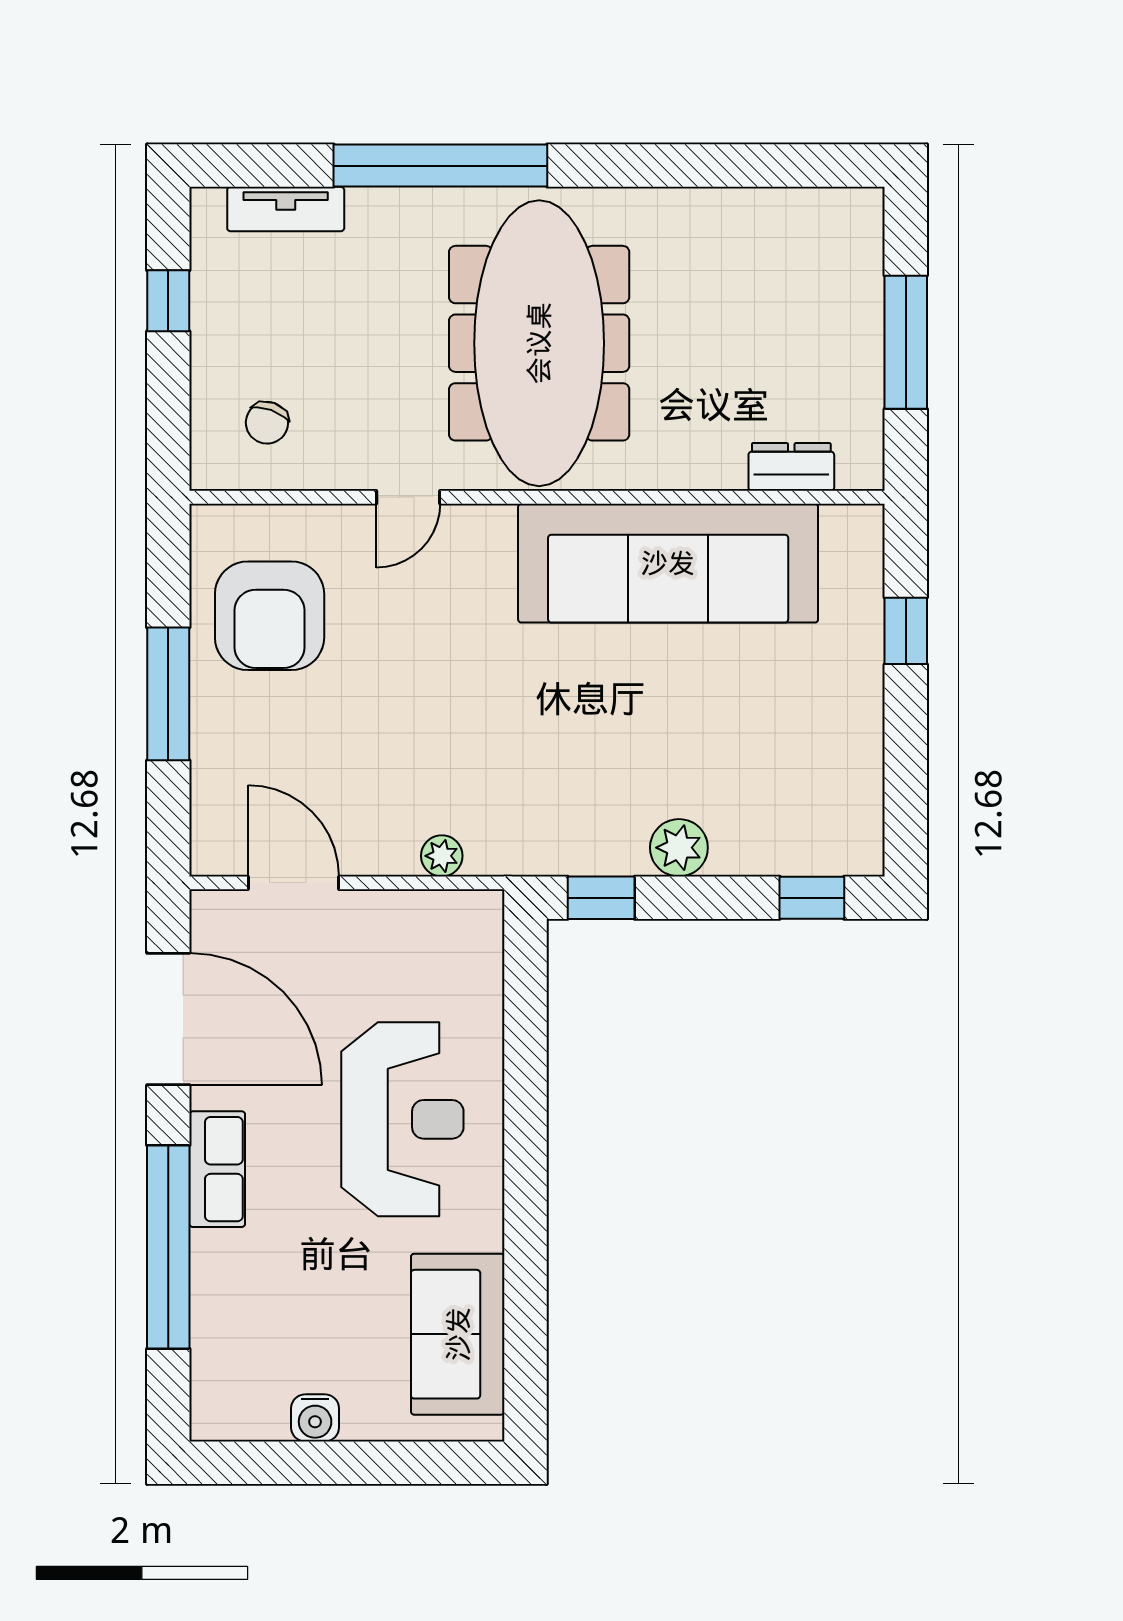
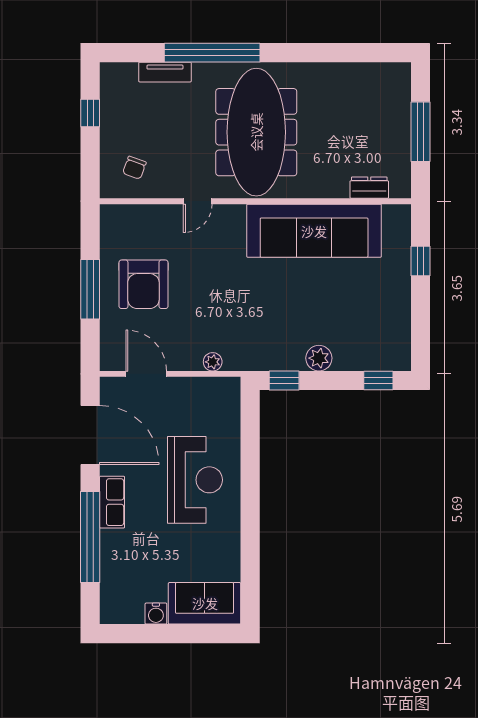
tv unit: (286, 209) -> (165, 72), moved
armchair: (270, 616) -> (143, 284), moved
sofa: (458, 1334) -> (205, 603), moved, turned 90

